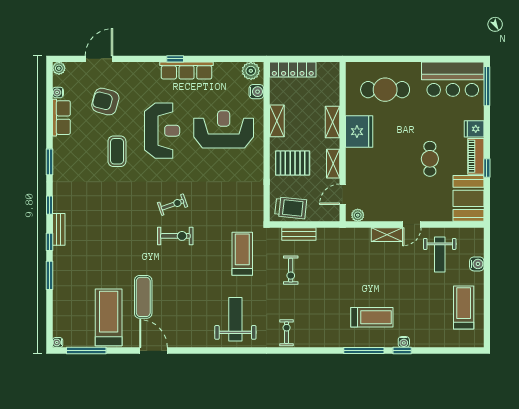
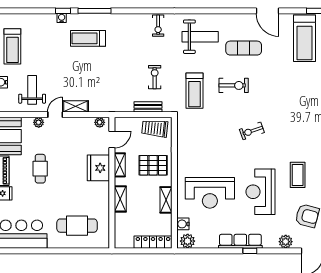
plant: (132, 70) -> (286, 242), added
fridge: (359, 132) -> (98, 168), moved
plant: (432, 215) -> (39, 122), added
exercise bike: (175, 236) -> (234, 85), moved, turned 180
exercise mat: (143, 297) -> (244, 48), moved, turned 90
weight bench: (235, 319) -> (200, 37), turned -90

